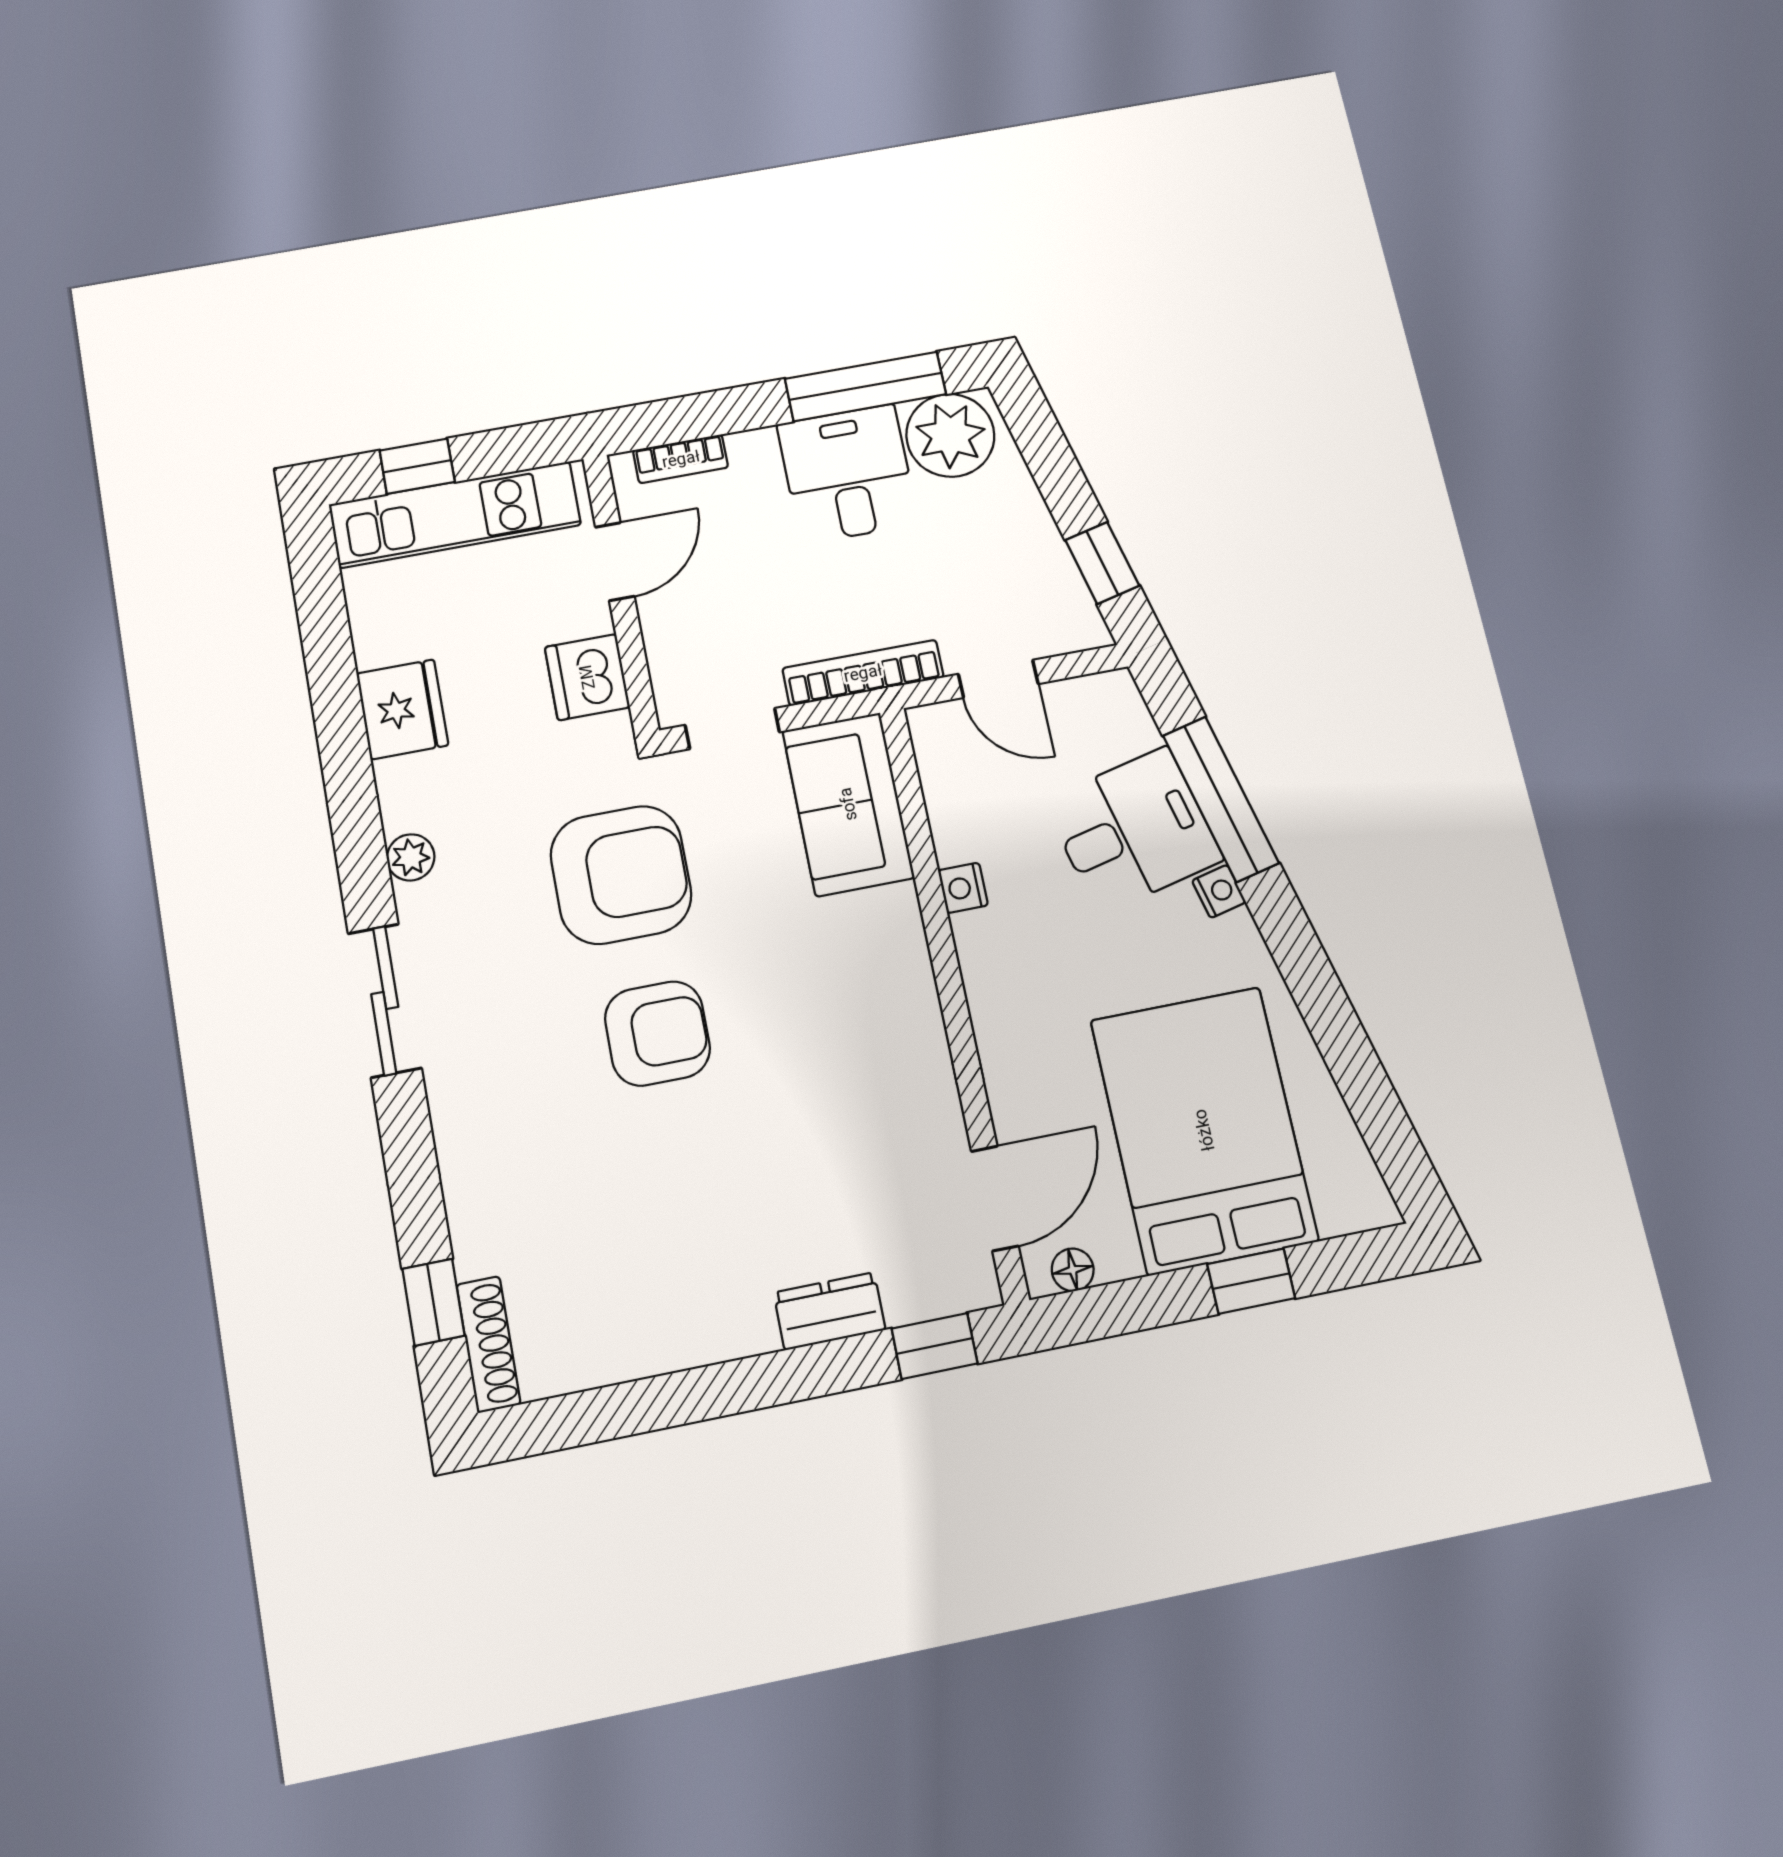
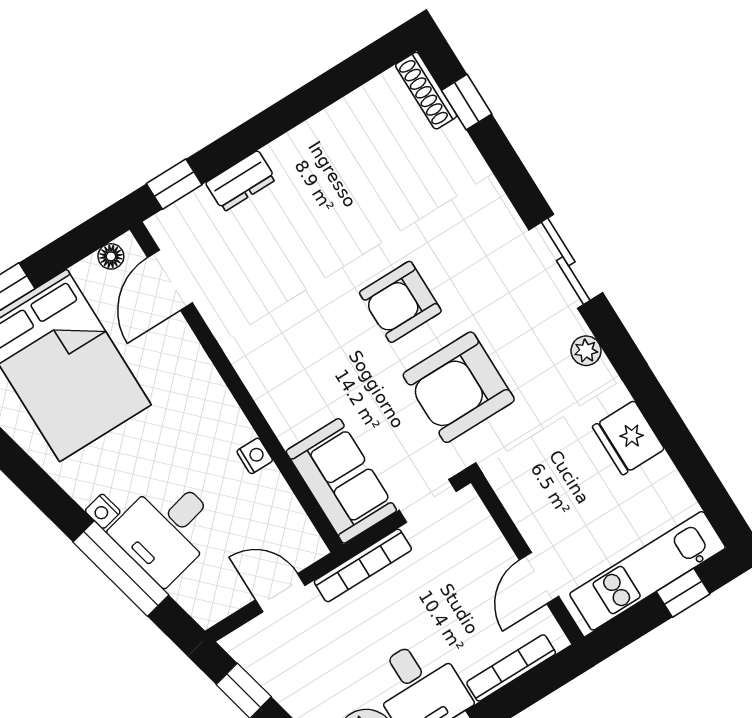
bookcase: (681, 459) -> (511, 668), width x1.56
dishwasher: (587, 677) -> (527, 500), removed

